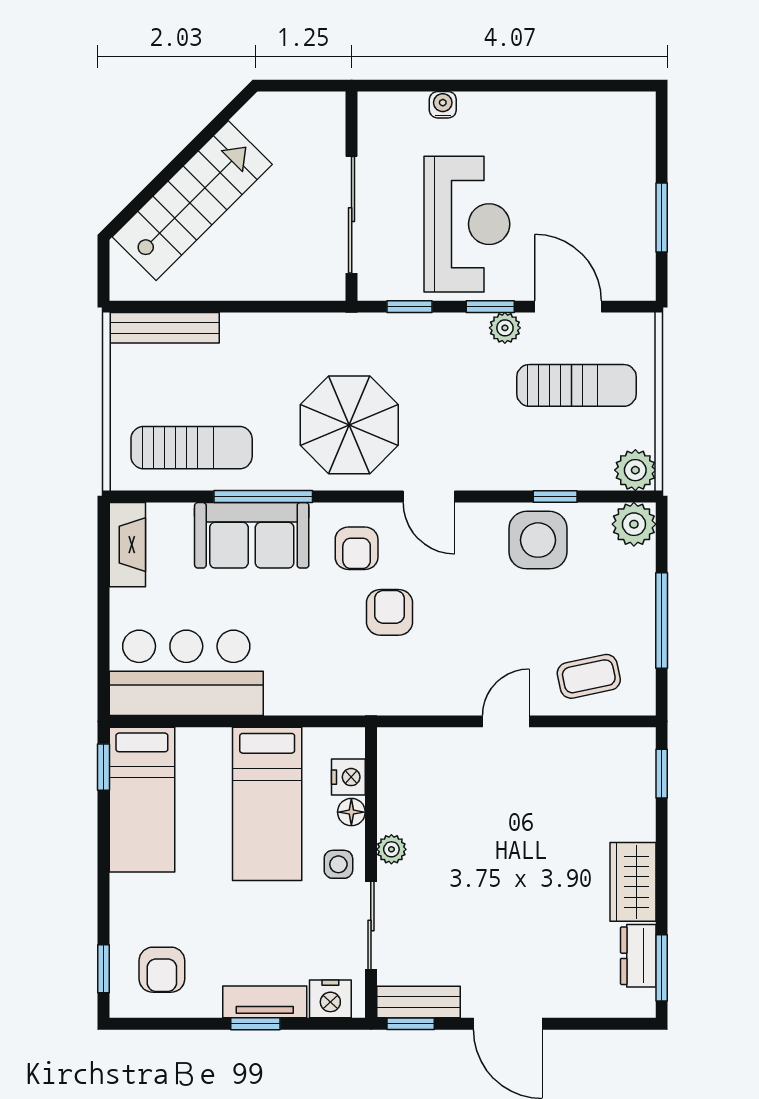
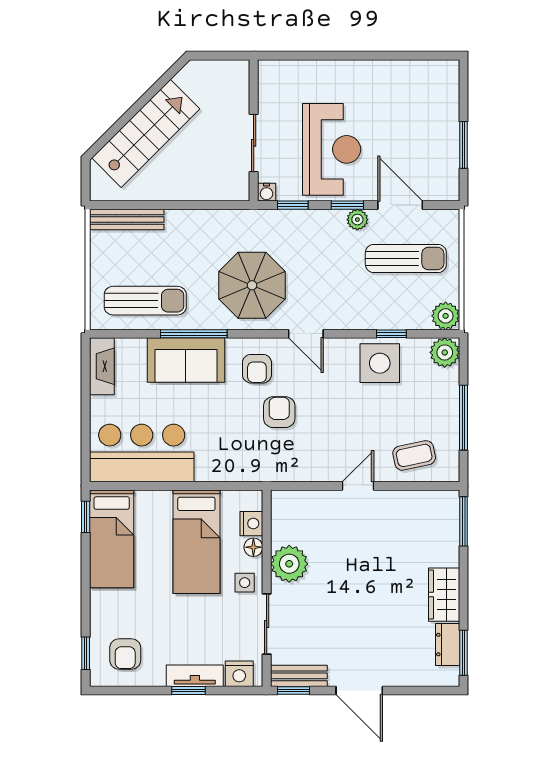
water cooler: (443, 105) -> (267, 192), moved, turned 180
sliding door: (352, 215) -> (254, 143), width x0.73
window: (662, 774) -> (463, 521), width x1.50
plant: (391, 849) -> (289, 564), width x1.87, depth x1.87

